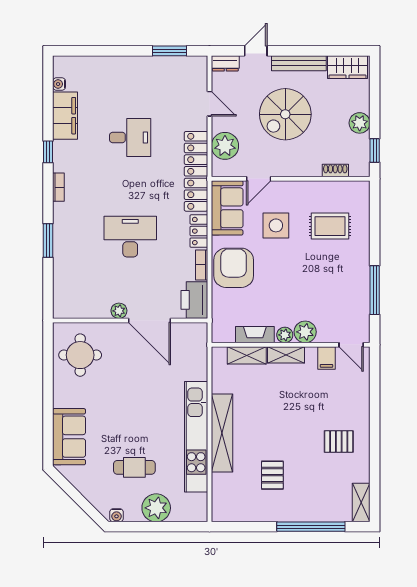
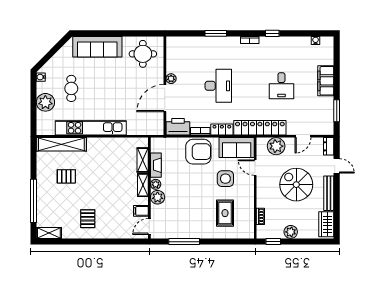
filing cabinet: (65, 116) -> (326, 81), moved, turned 90
shelving: (222, 433) -> (61, 144), moved
sofa: (69, 437) -> (97, 47), width x1.36

